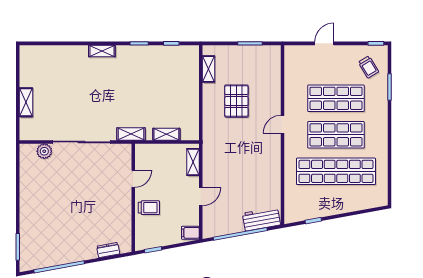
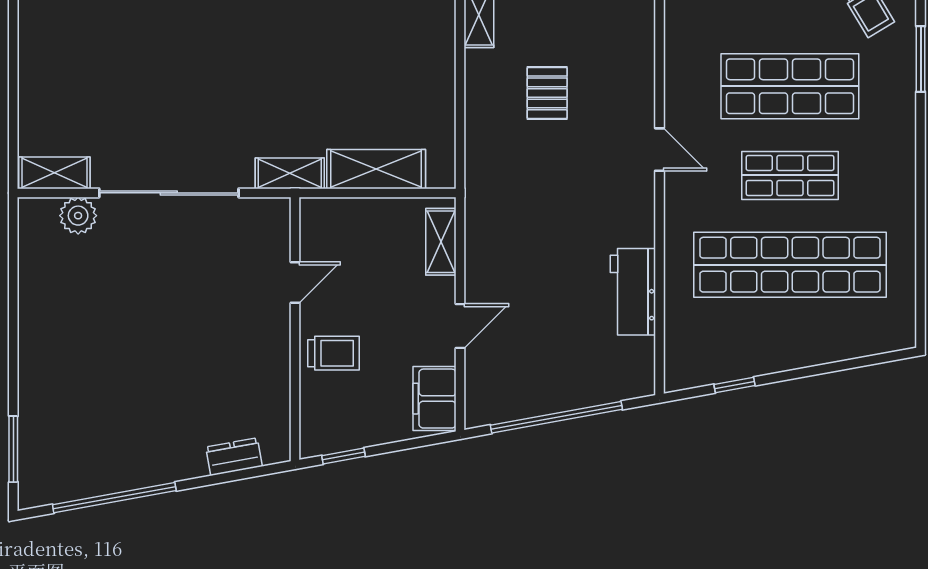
pallet: (236, 101) -> (547, 93), width x0.67, depth x0.71
shelving: (26, 102) -> (54, 173), moved, turned 90
door: (282, 124) -> (659, 150), swing flipped
shelving: (166, 134) -> (376, 169), width x1.50, depth x1.33
shop shelf: (336, 135) -> (790, 175), width x0.70, depth x0.74
workbench: (261, 219) -> (633, 292), moved, turned -80
filing cabinet: (190, 233) -> (435, 399), width x2.00

